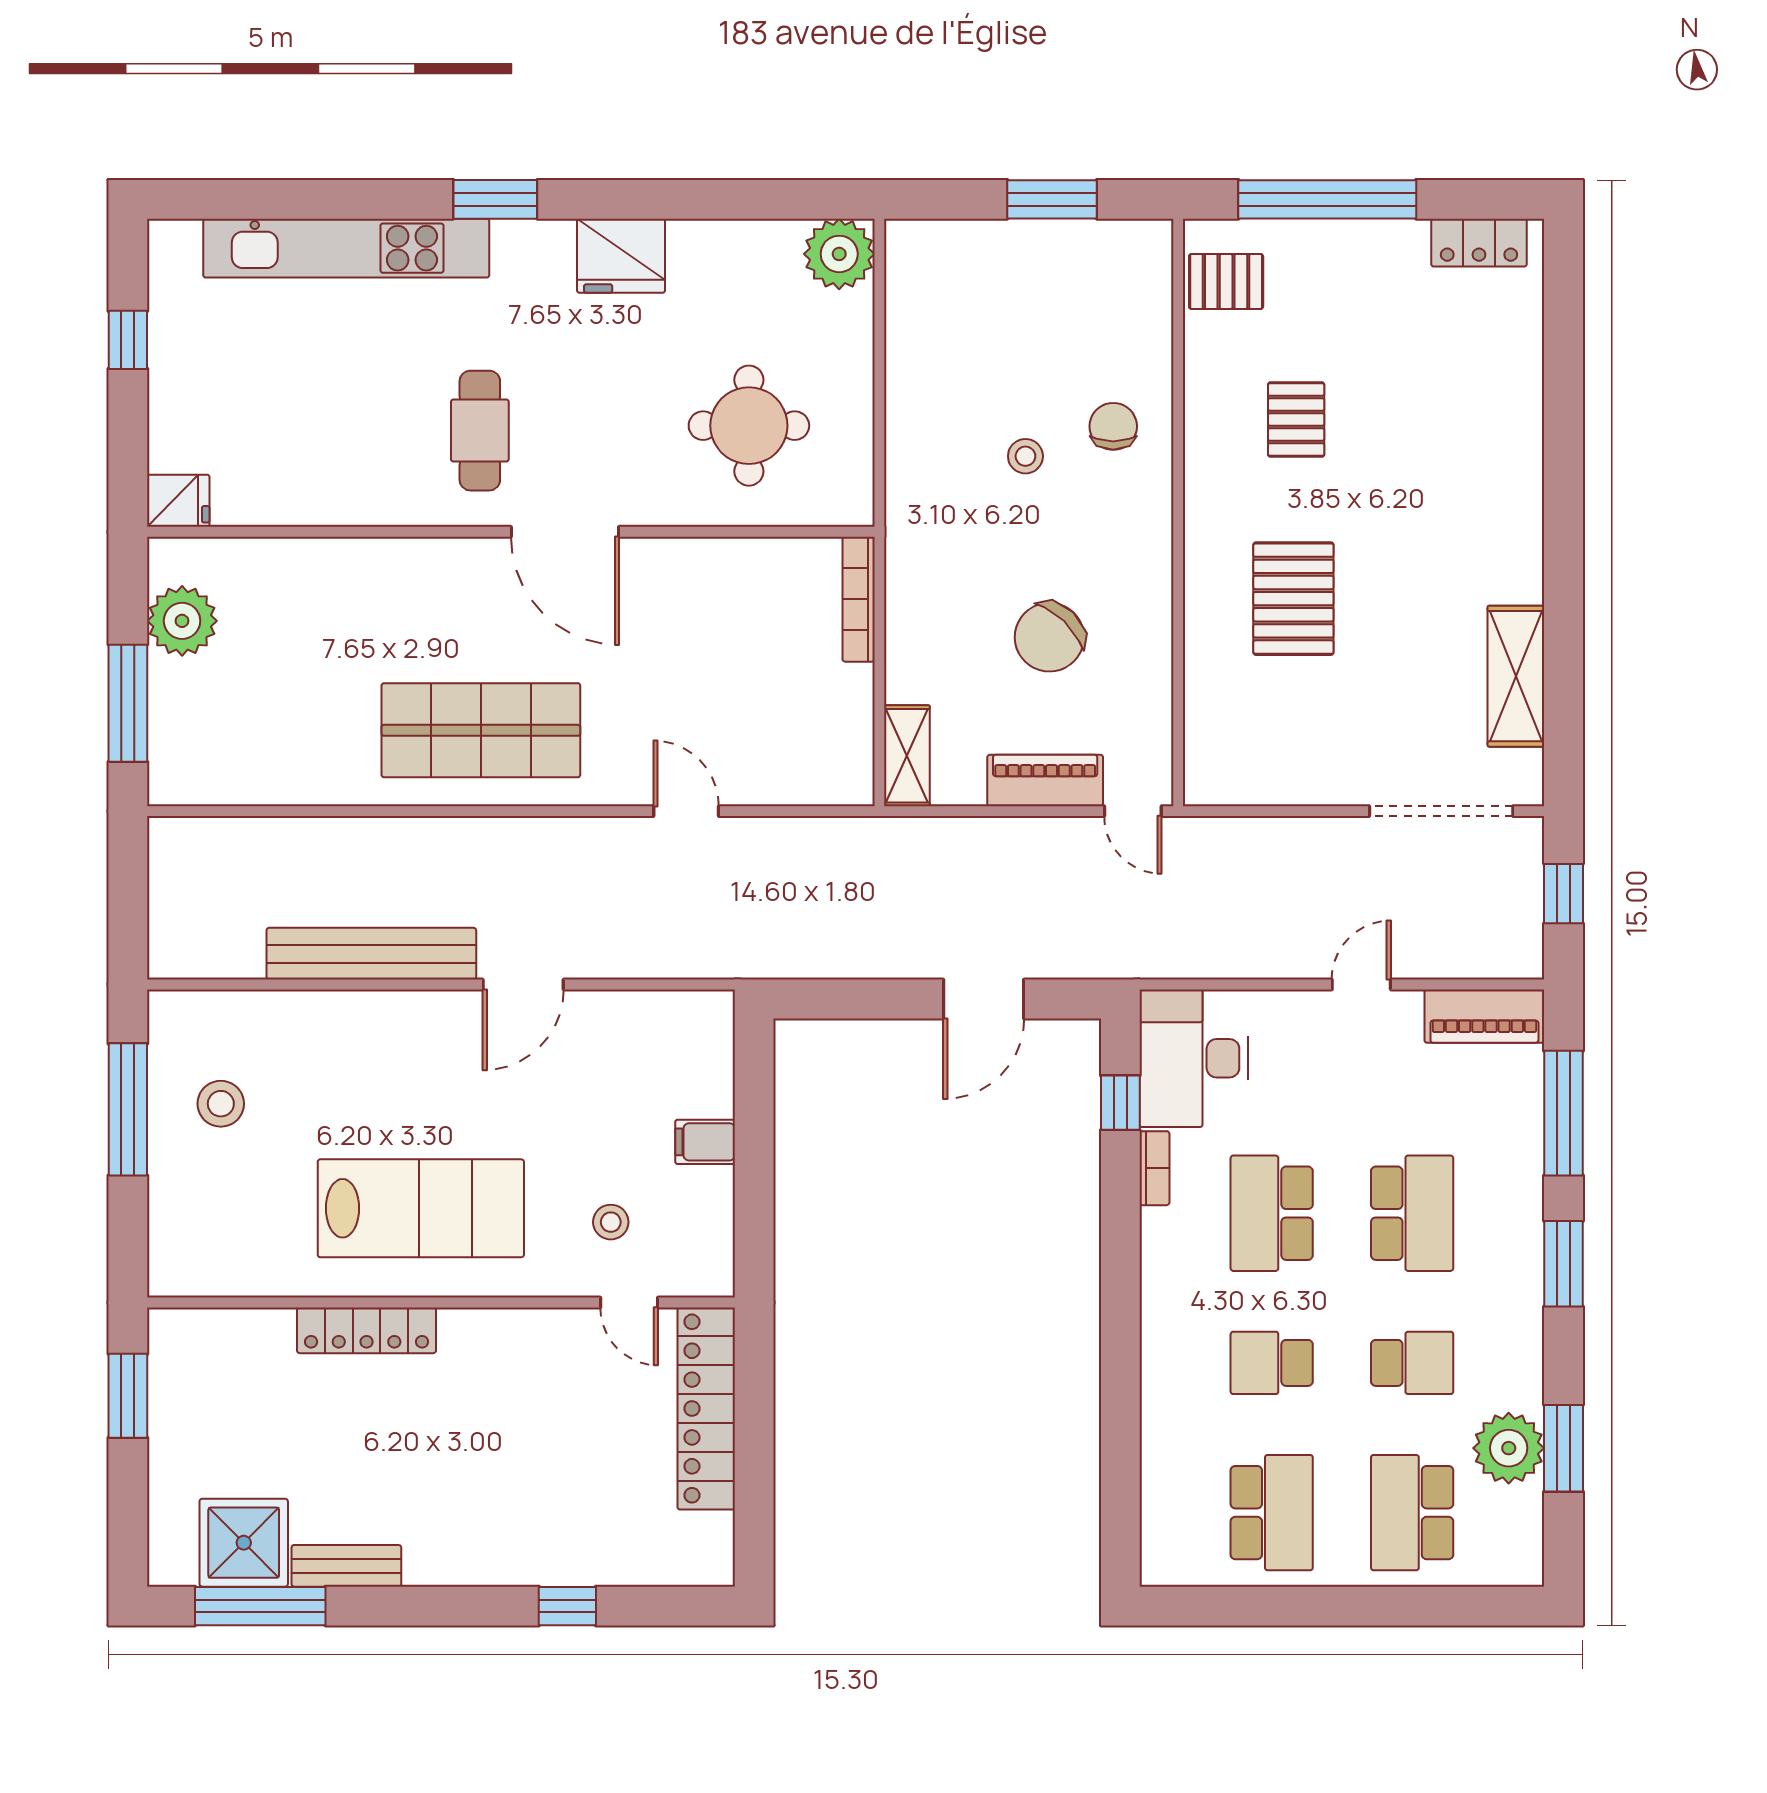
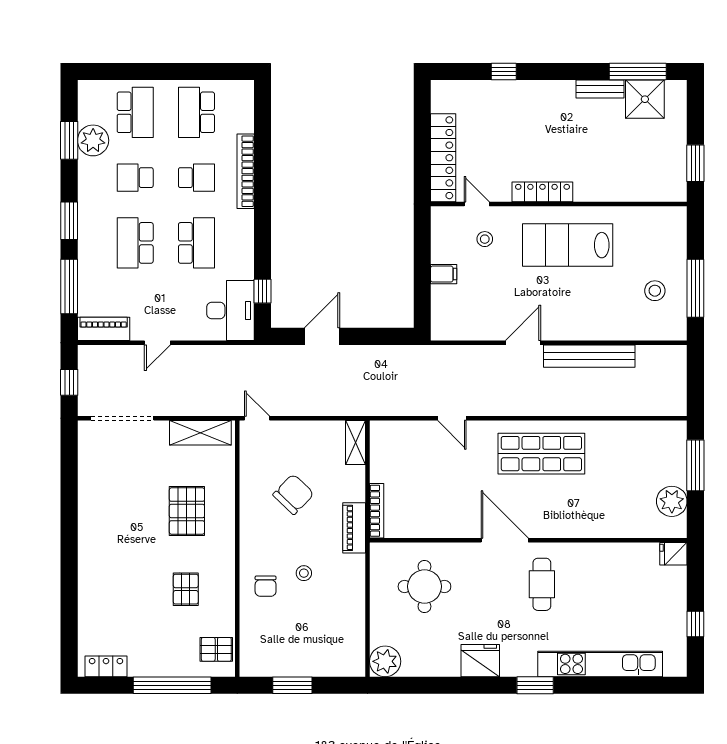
shelving: (1516, 676) -> (200, 433), moved, turned 90
piano: (1045, 780) -> (354, 528), moved, turned 90
bookcase: (1154, 1168) -> (246, 171), moved, width x2.31, depth x1.31
locker: (367, 1330) -> (542, 192), moved

